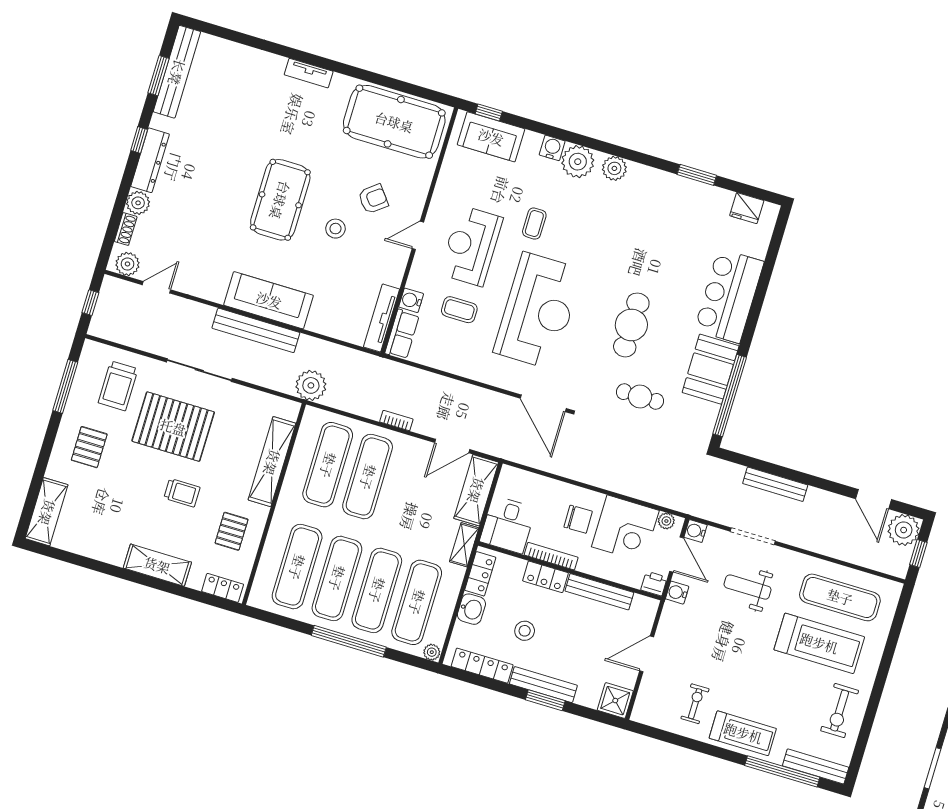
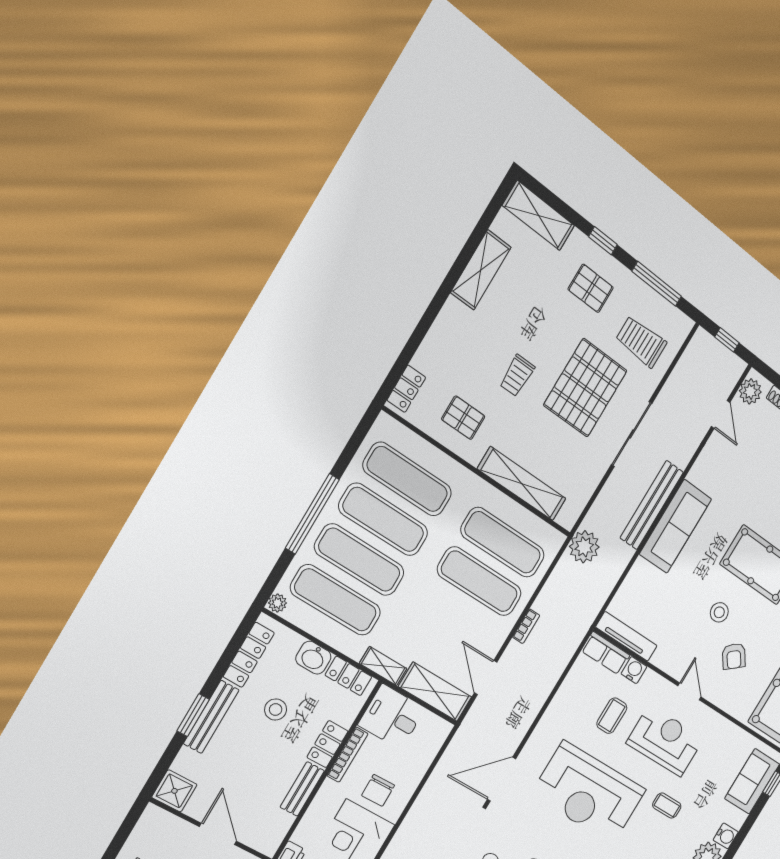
window: (47, 448) -> (603, 241), added
shelving: (157, 565) -> (481, 270), moved
bench: (599, 592) -> (302, 789), width x0.73

